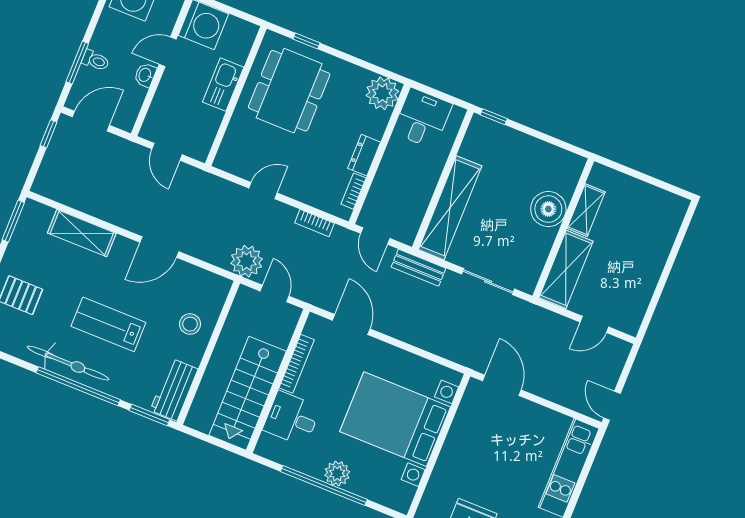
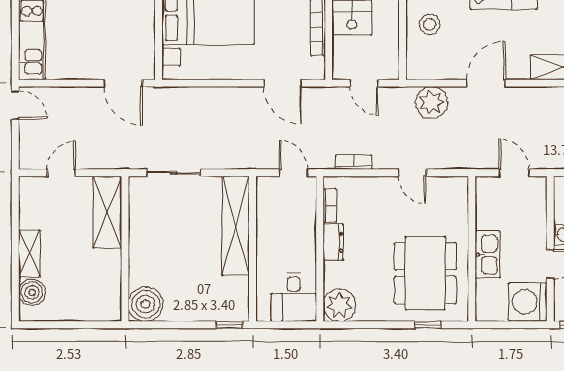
door: (263, 191) -> (412, 173), hinge flipped
boiler: (548, 209) -> (146, 304), moved
shelving: (586, 210) -> (29, 254), moved
boiler: (668, 223) -> (32, 292), added
plant: (247, 261) -> (432, 102), moved
bench: (418, 268) -> (242, 160), removed

